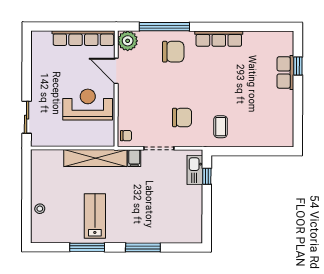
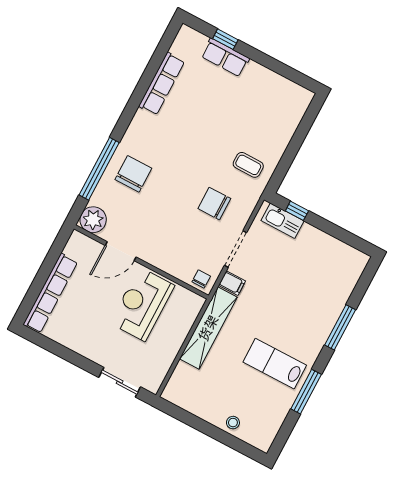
row of seats: (83, 38) -> (50, 293), moved
row of seats: (219, 39) -> (162, 84), moved
chair: (182, 117) -> (214, 204), turned -90

